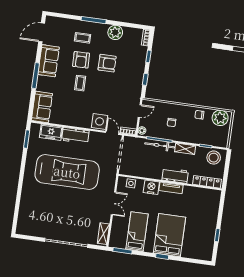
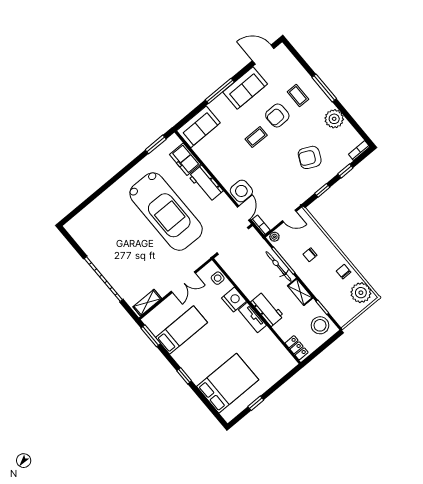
armchair: (107, 63) -> (310, 157), moved, turned 116
locker: (207, 182) -> (297, 348), width x0.66
bed: (169, 235) -> (228, 383), moved

